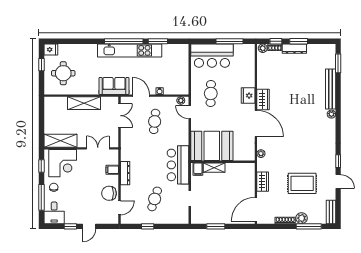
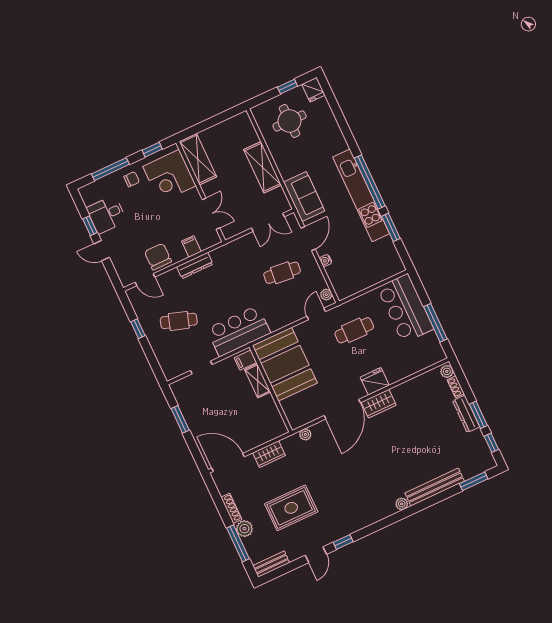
window: (276, 41) -> (491, 443), moved
rug: (302, 183) -> (291, 508), turned 90
desk: (54, 213) -> (107, 215), moved

